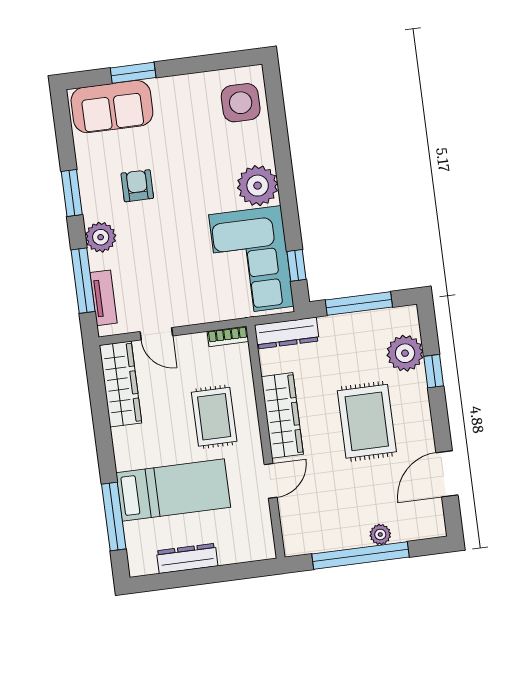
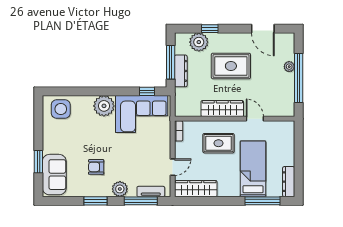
dresser: (287, 333) -> (181, 71), moved
dresser: (187, 558) -> (289, 182), moved

